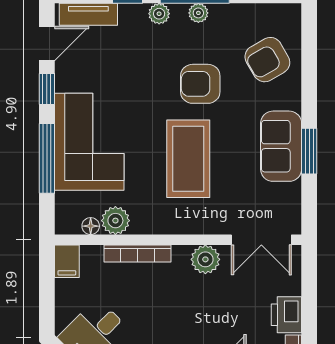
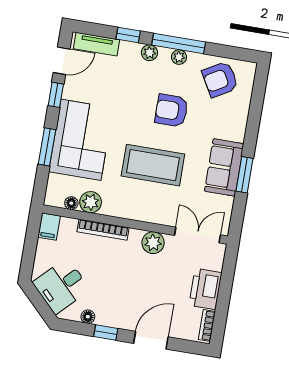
armchair: (267, 60) -> (220, 79), moved
window: (47, 158) -> (47, 147), width x0.69
coffee table: (188, 159) -> (153, 165), turned 90
double door: (261, 240) -> (198, 235), swing flipped
printer: (286, 315) -> (205, 289), width x1.37, depth x1.19

